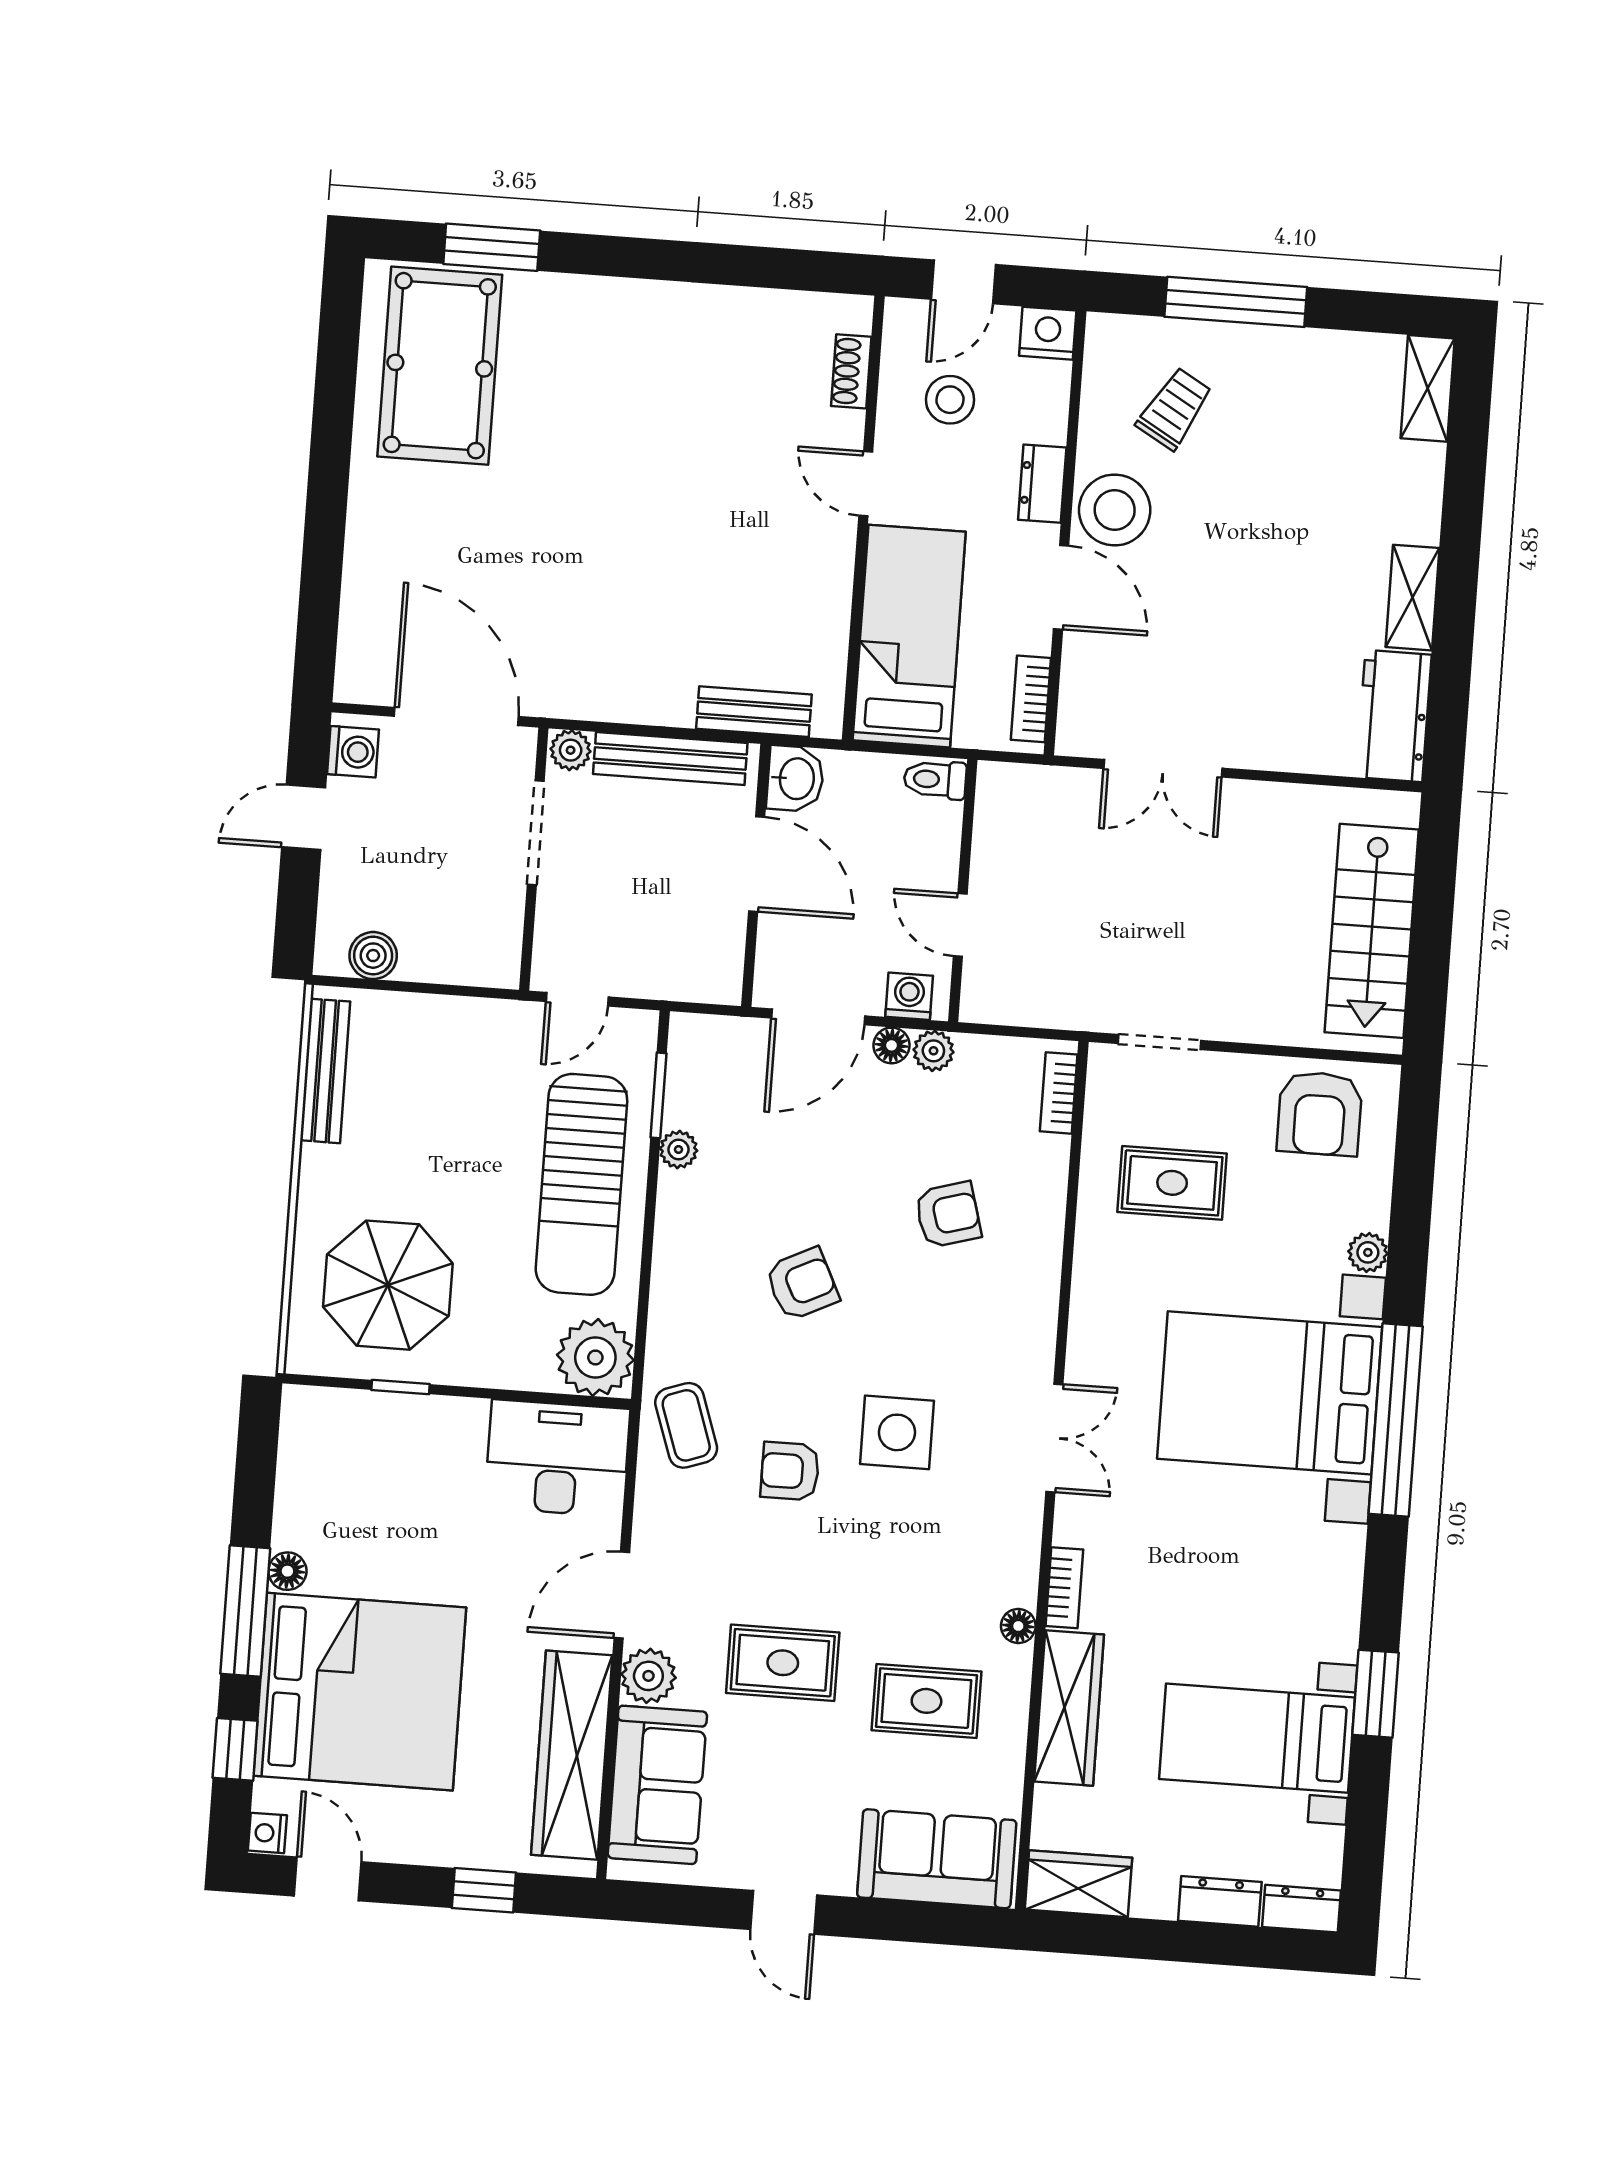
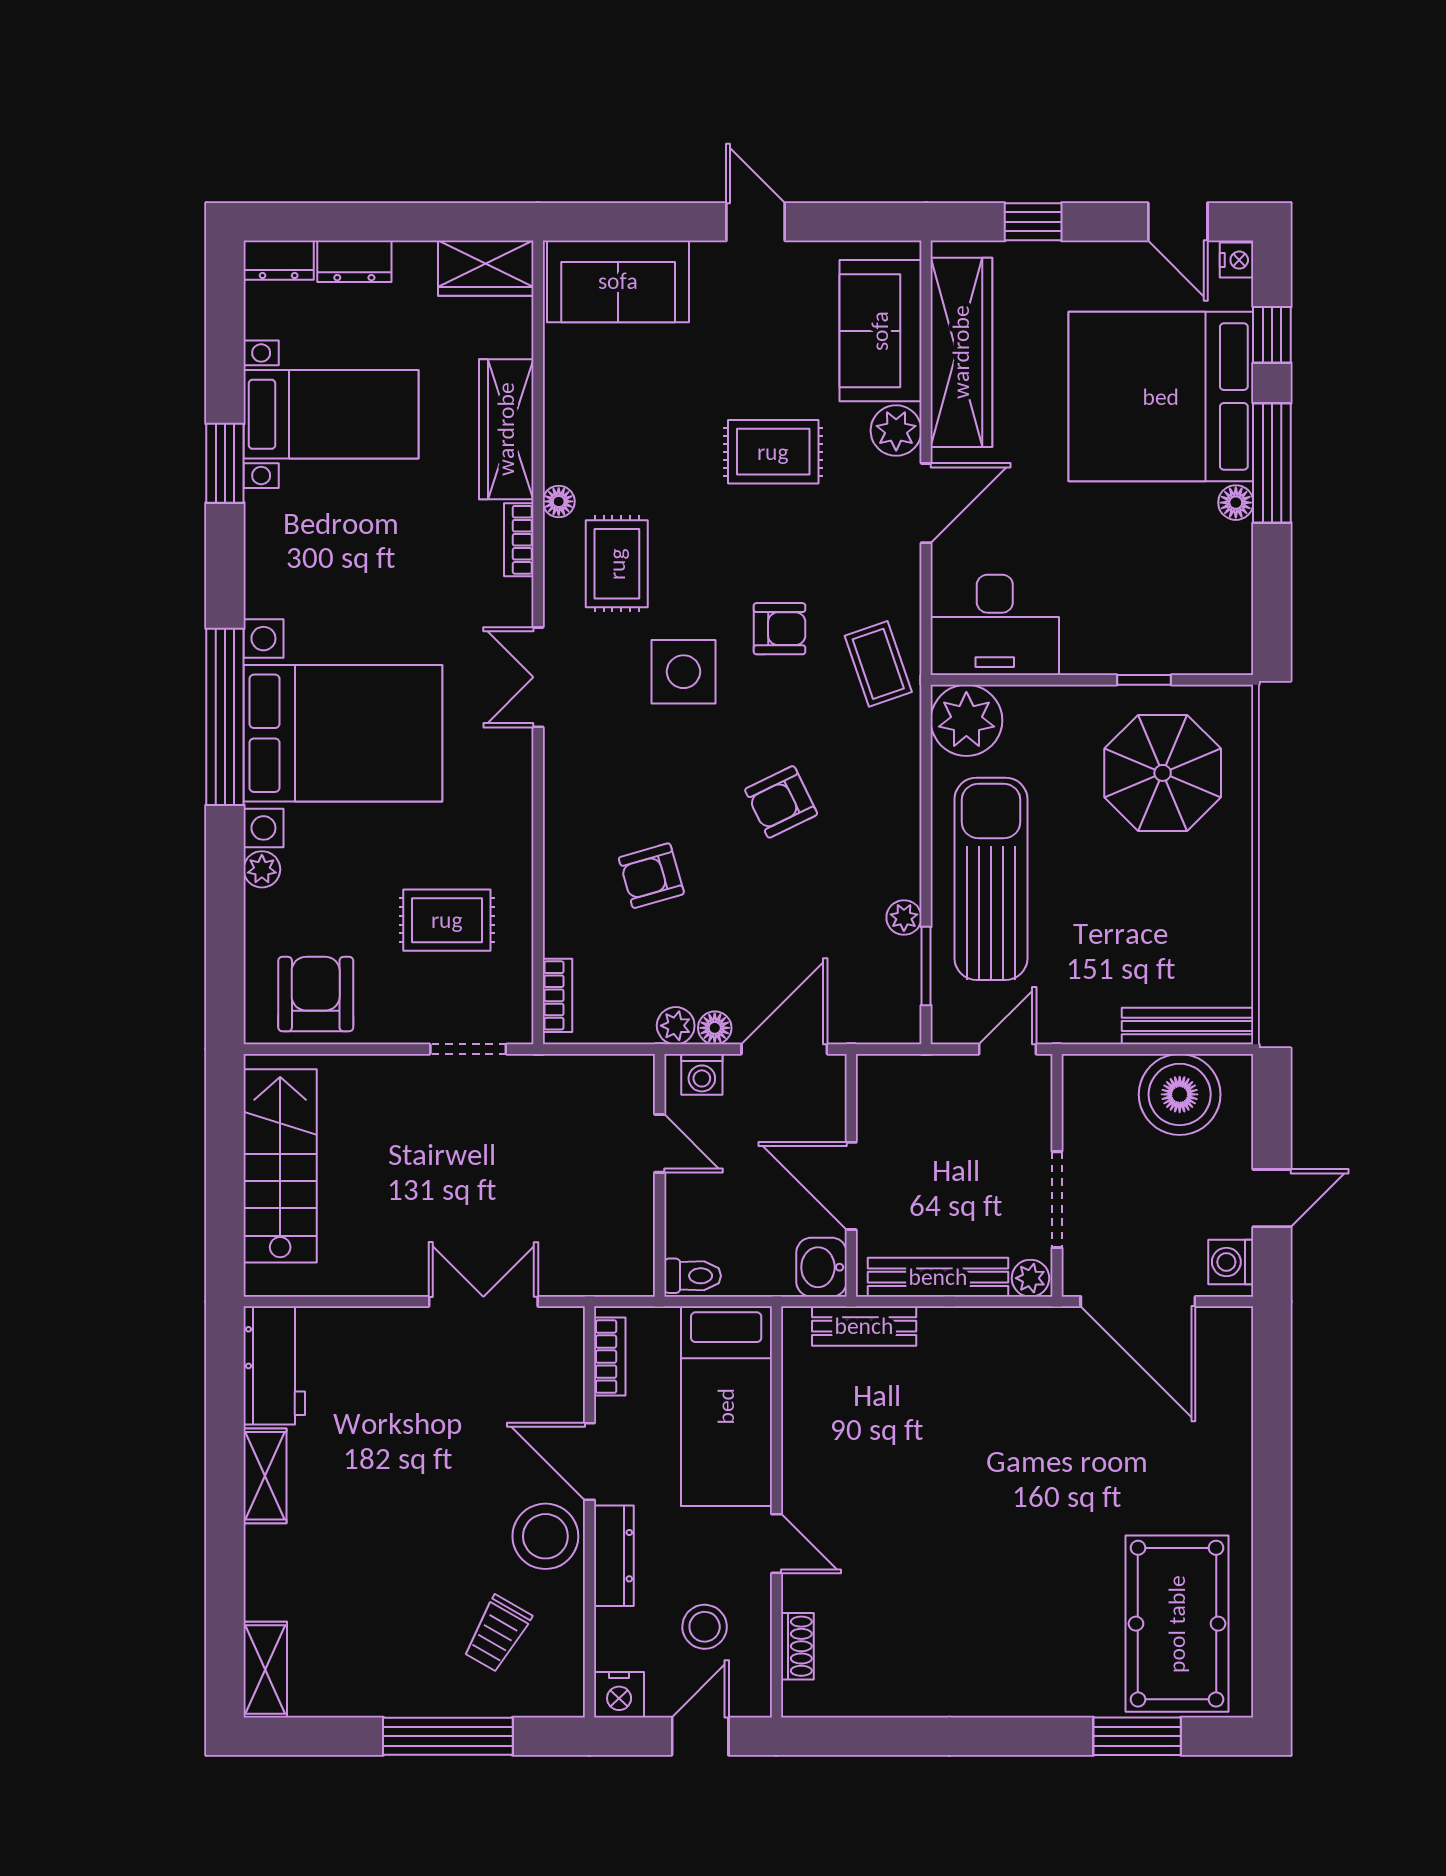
dresser: (1042, 484) -> (614, 1556), width x1.44
boiler: (373, 956) -> (1180, 1094), width x1.86, depth x1.86
bench: (325, 1071) -> (1188, 1026), moved, turned 90
rug: (926, 1701) -> (617, 564), moved, turned 90

